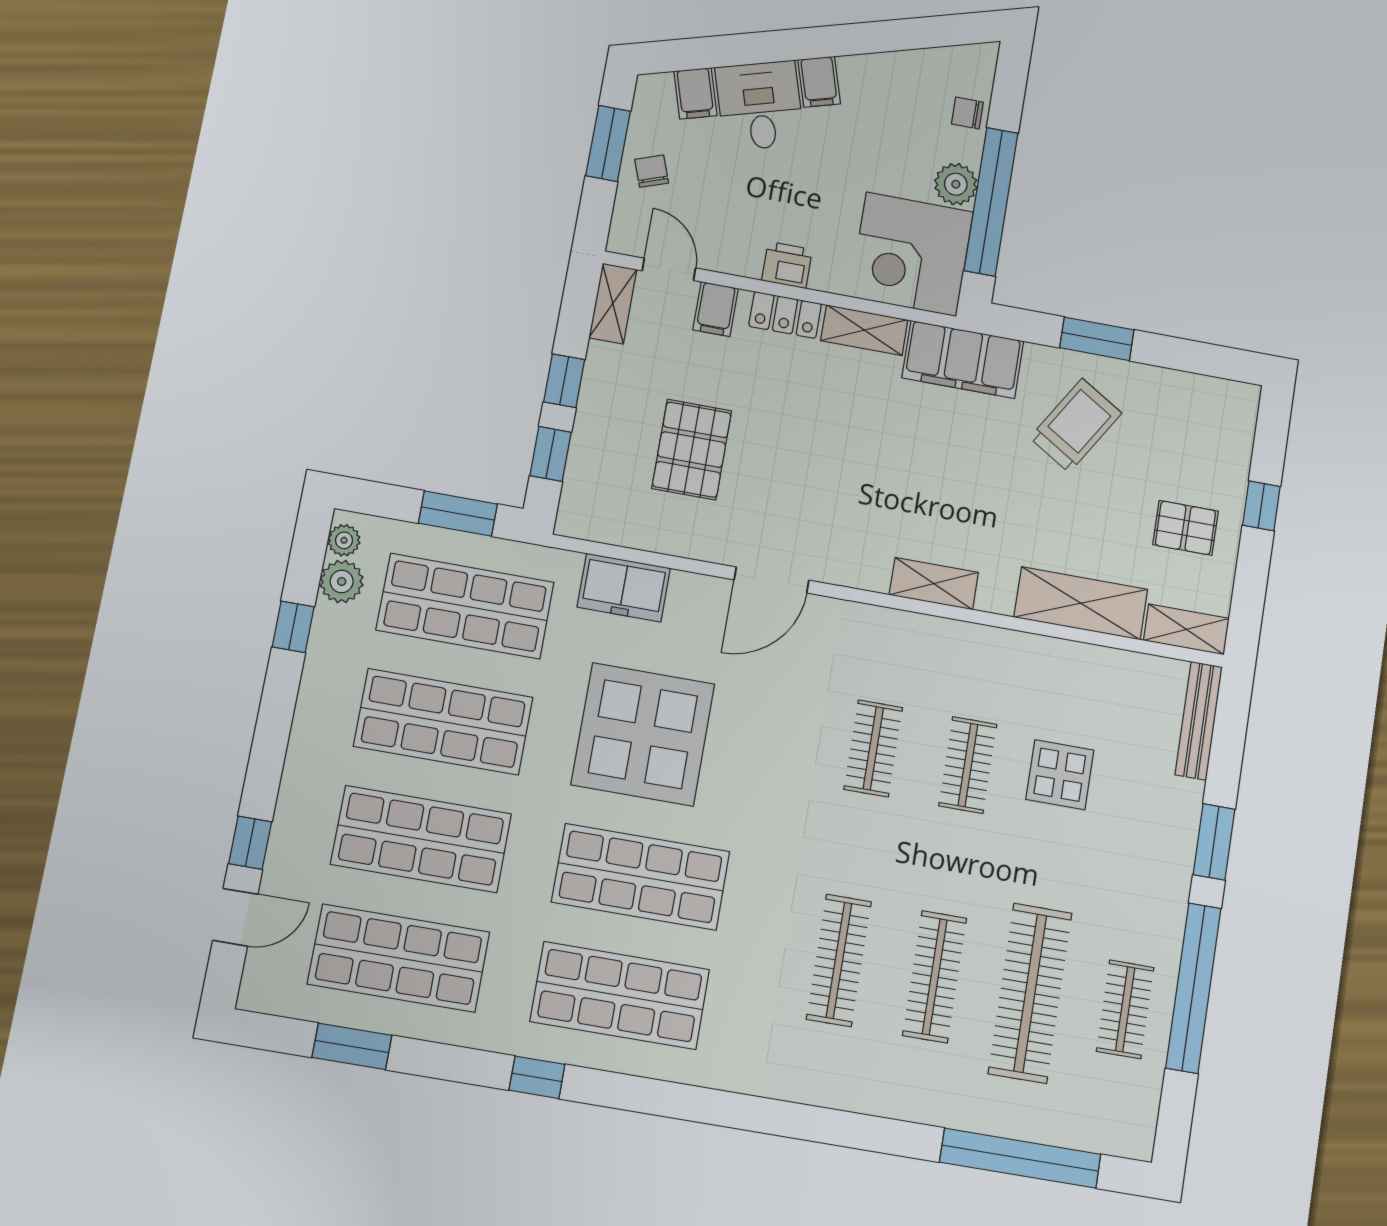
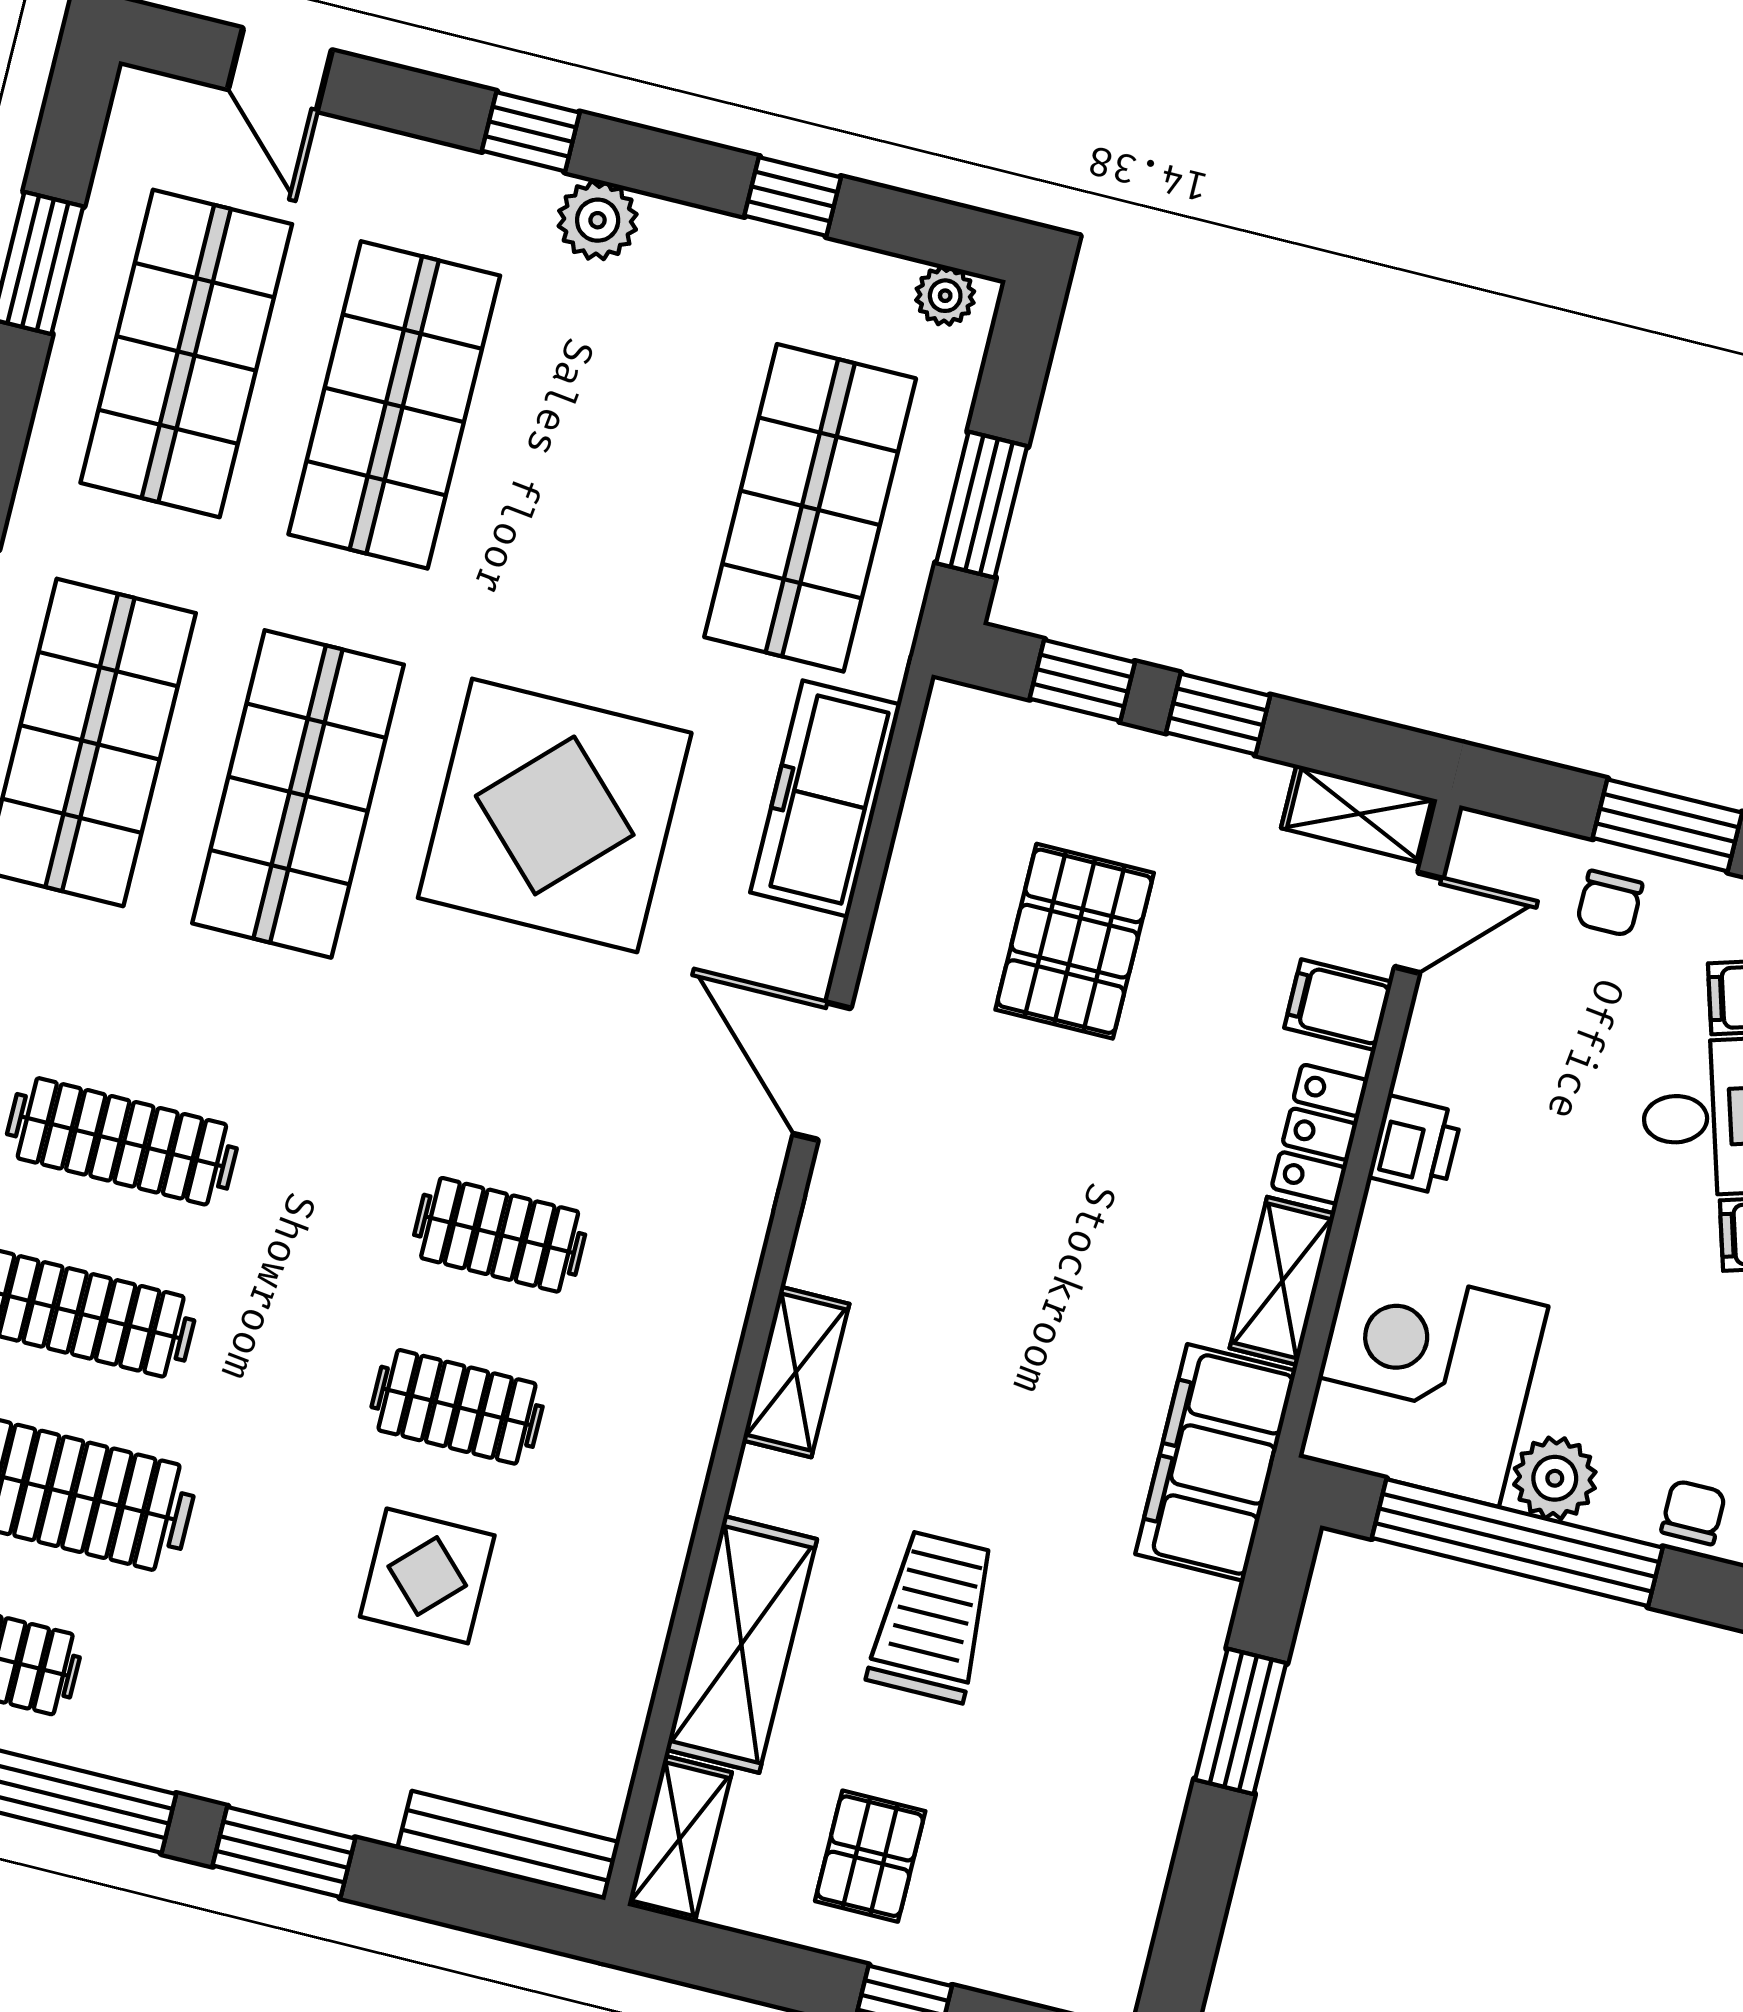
chair: (652, 171) -> (1610, 903), turned 110
trolley: (1076, 425) -> (933, 1616), moved, turned -122
pallet: (692, 450) -> (1075, 941), turned 90
plant: (342, 581) -> (598, 220), moved
freezer: (624, 588) -> (826, 799), width x1.40
shop shelf: (443, 722) -> (602, 456), removed
window: (250, 843) -> (531, 132), moved

